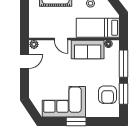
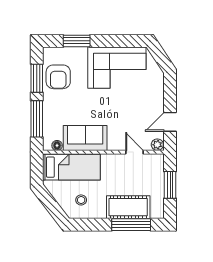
window: (24, 15) -> (170, 185), added
door: (61, 39) -> (134, 152), moved
armchair: (108, 95) -> (58, 77), turned 180
window: (76, 121) -> (77, 41), moved

